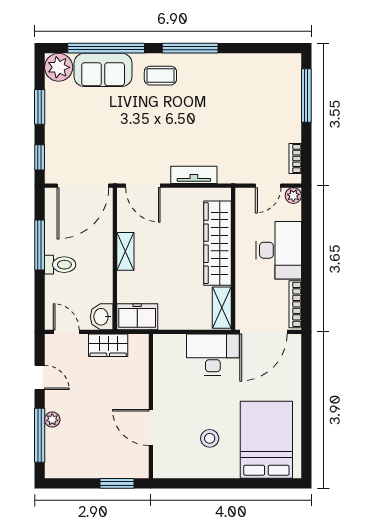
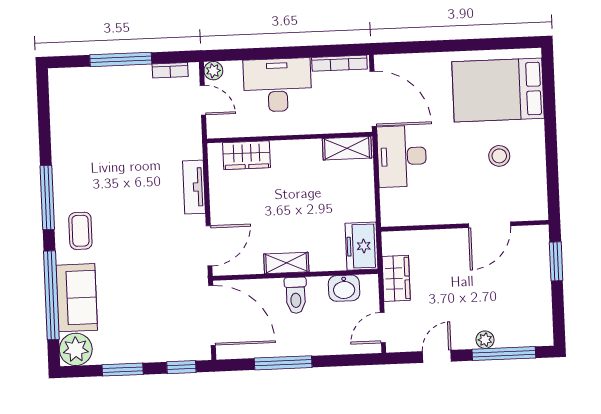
window: (306, 96) -> (121, 59), moved
wardrobe: (217, 243) -> (246, 155), width x0.48, depth x0.85
toilet: (60, 265) -> (296, 295), moved, turned 180
washbasin: (102, 317) -> (344, 288), moved

